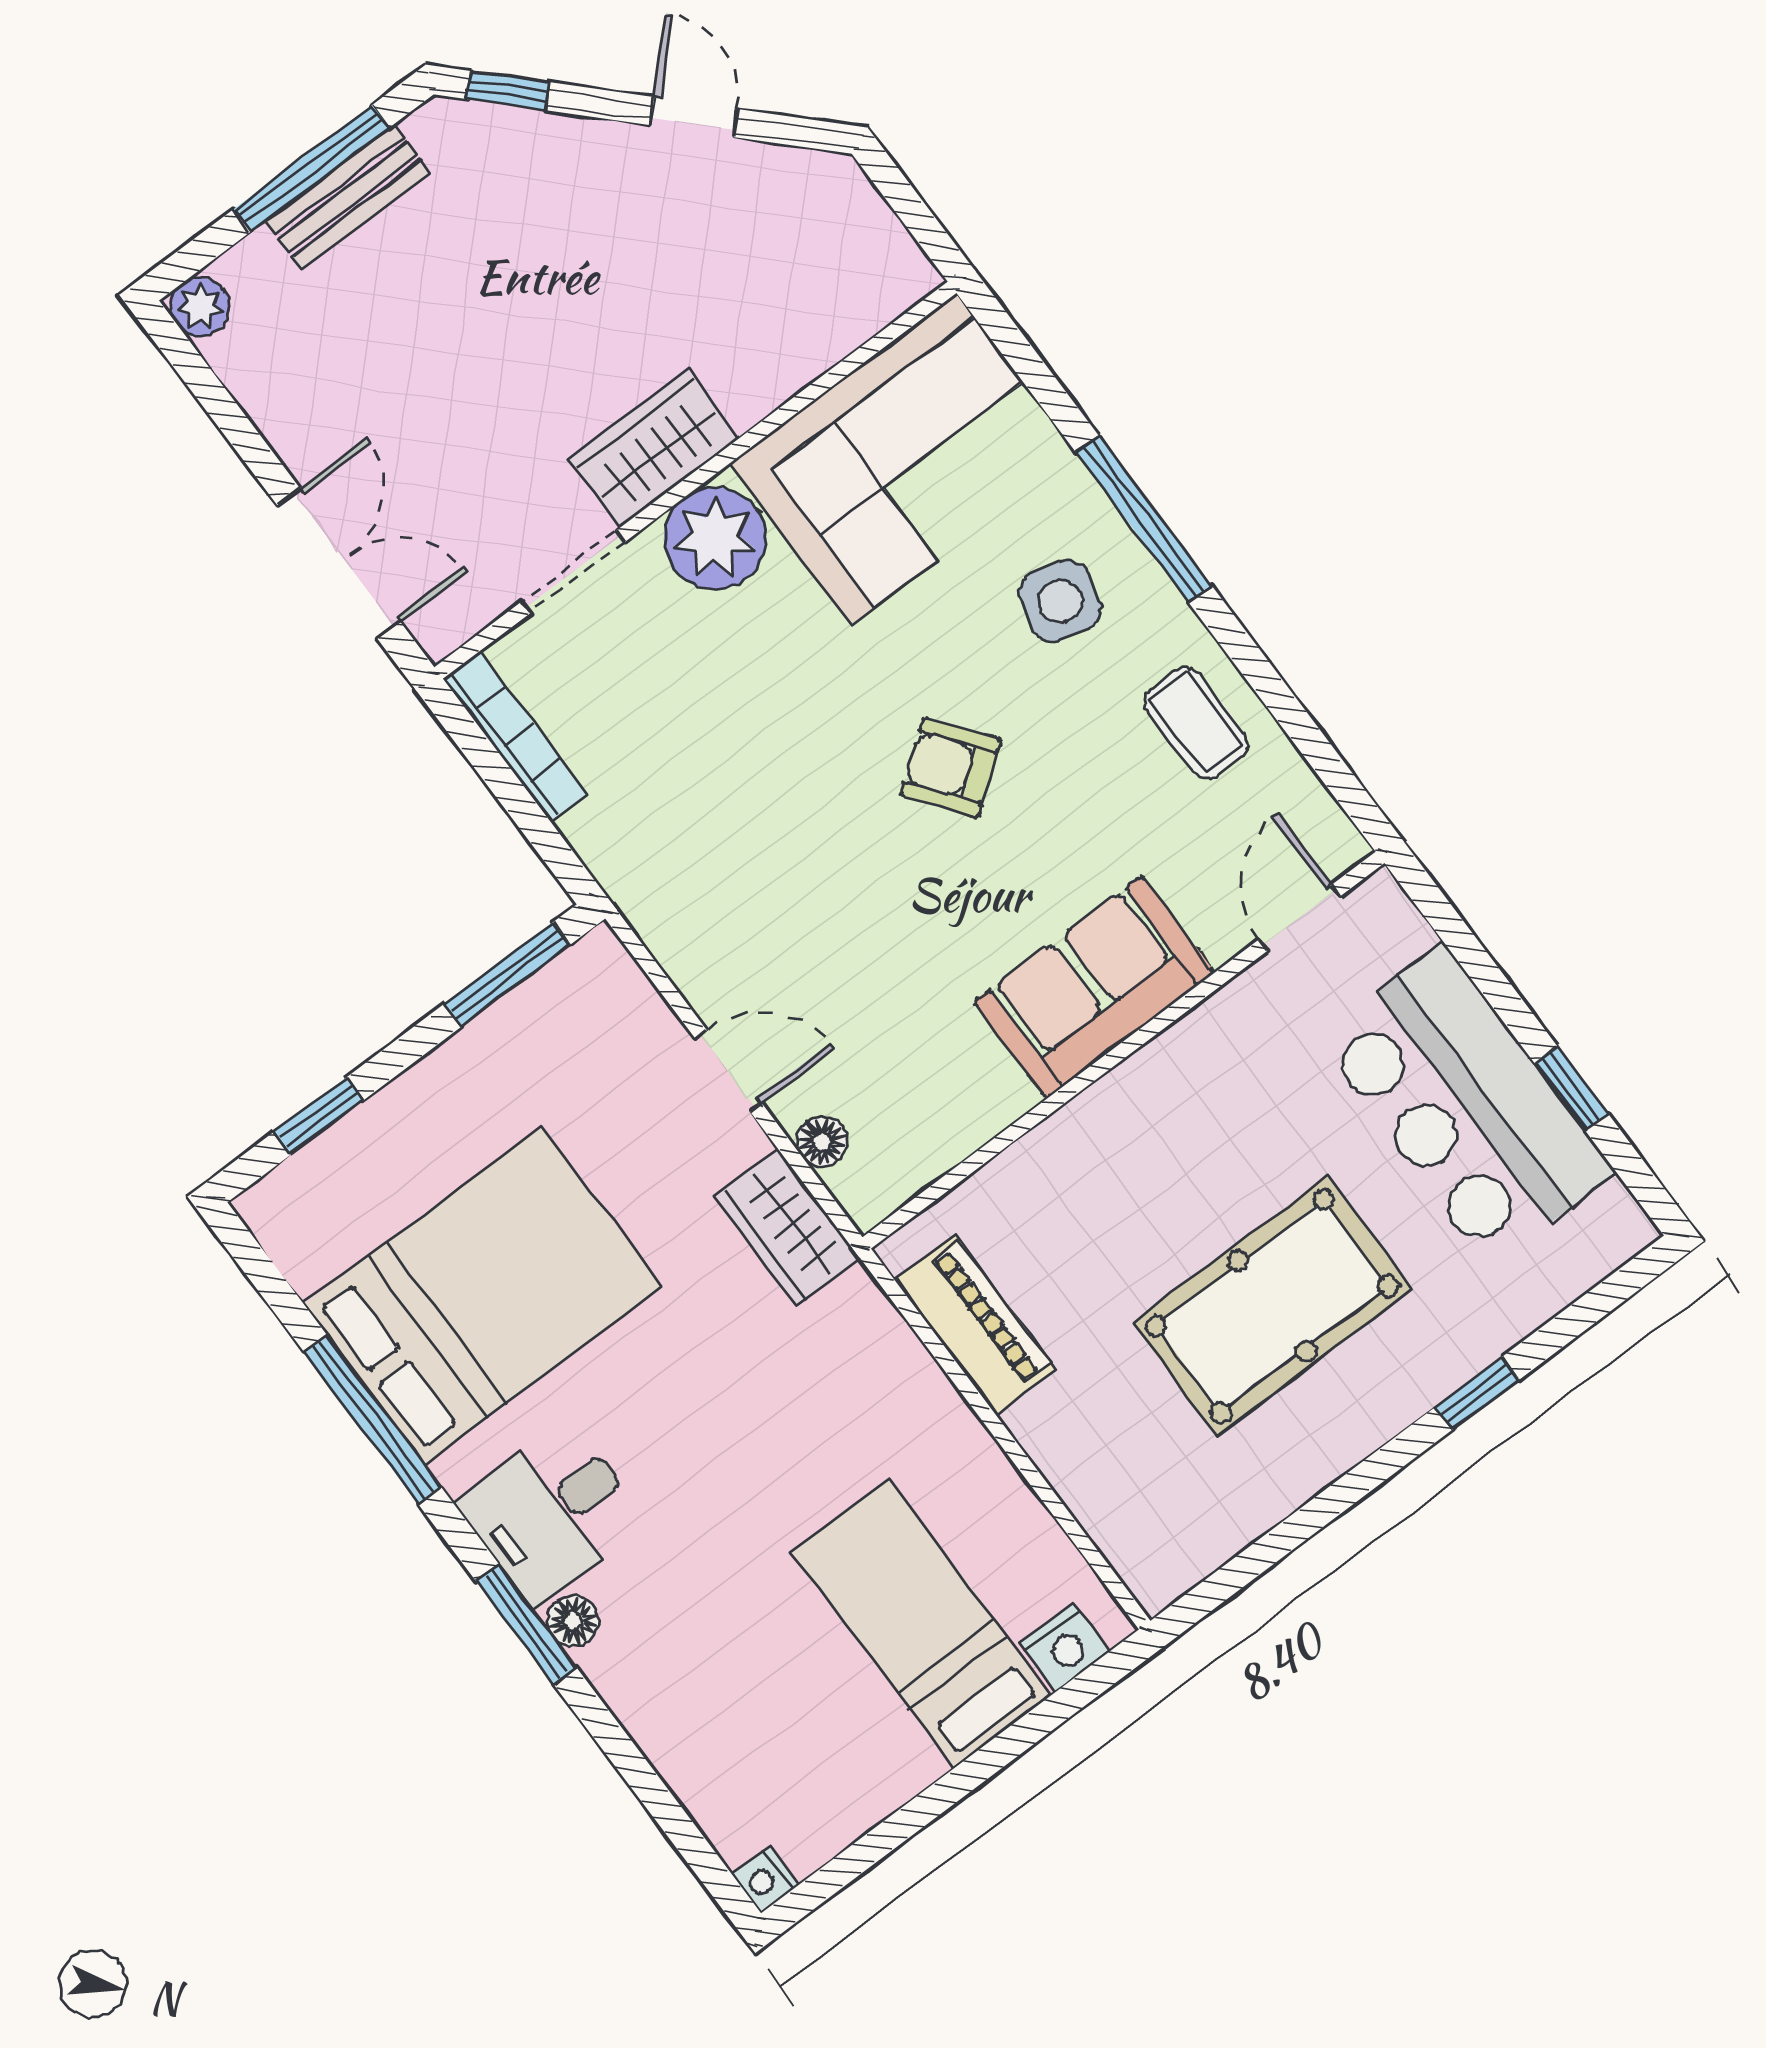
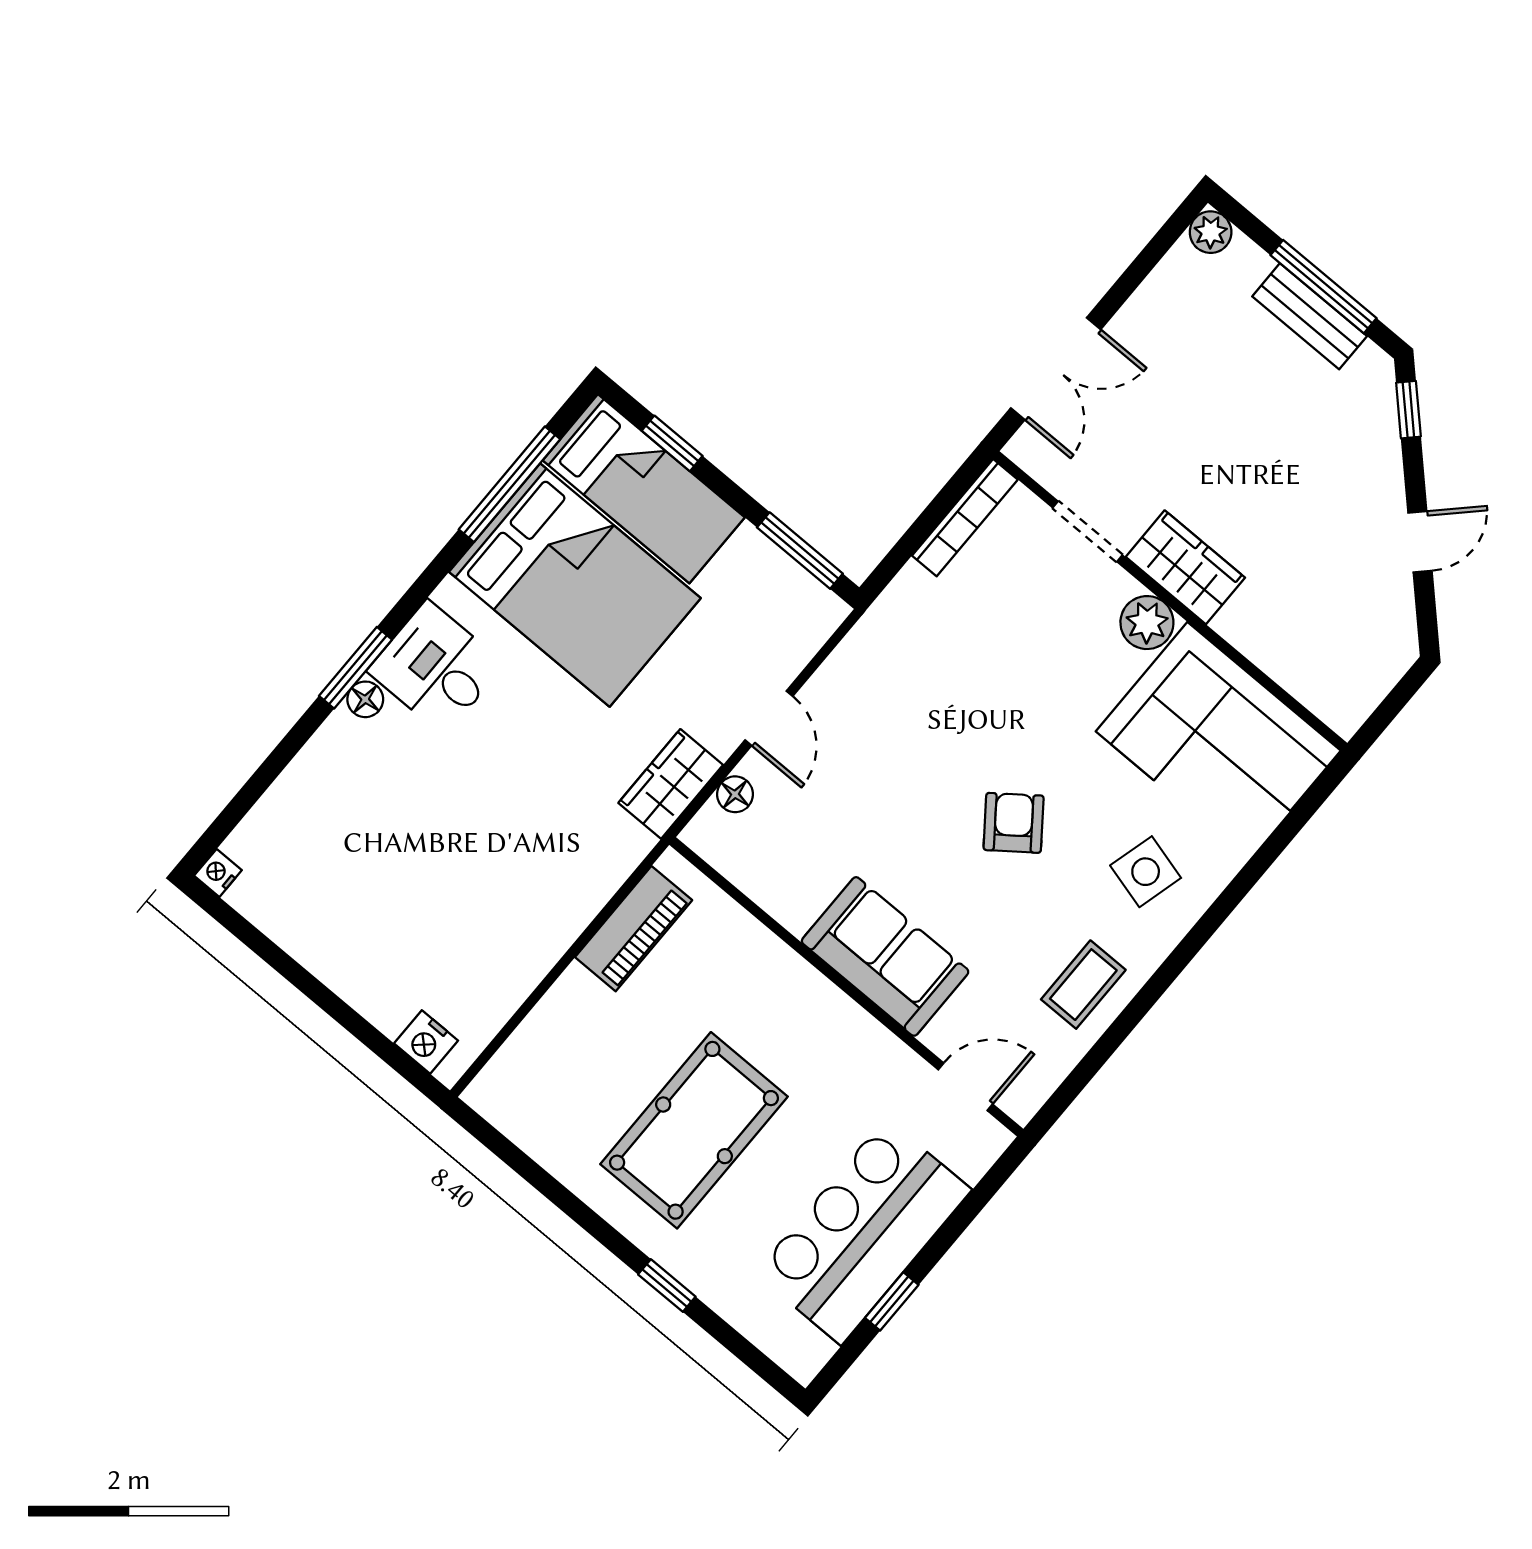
window: (1144, 519) -> (1215, 916), removed
plant: (715, 538) -> (1147, 623), width x0.73, depth x0.73
pool table: (1272, 1306) -> (694, 1130), turned 90
window: (373, 1420) -> (509, 484), moved
bed: (922, 1623) -> (644, 489), moved, turned 90

